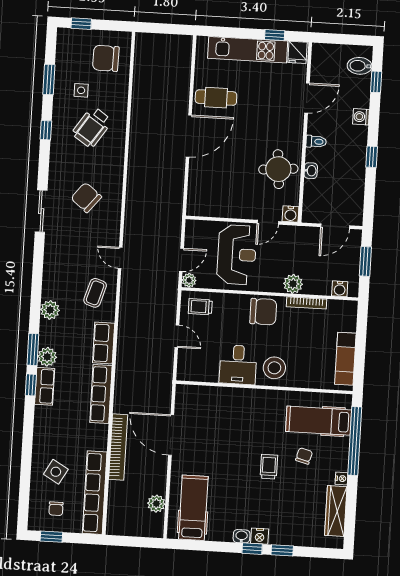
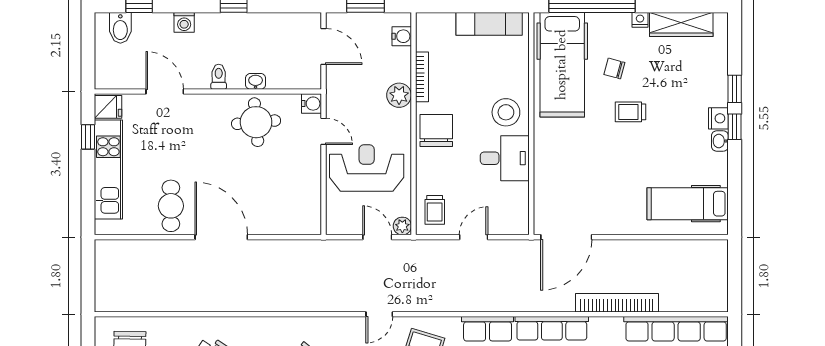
hospital bed: (319, 421) -> (562, 65), width x1.37, depth x1.29
door: (171, 435) -> (566, 237), moved
plant: (156, 504) -> (685, 250), removed

